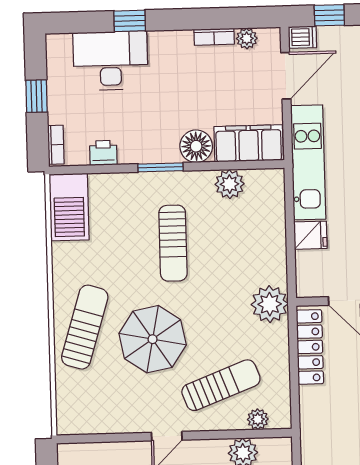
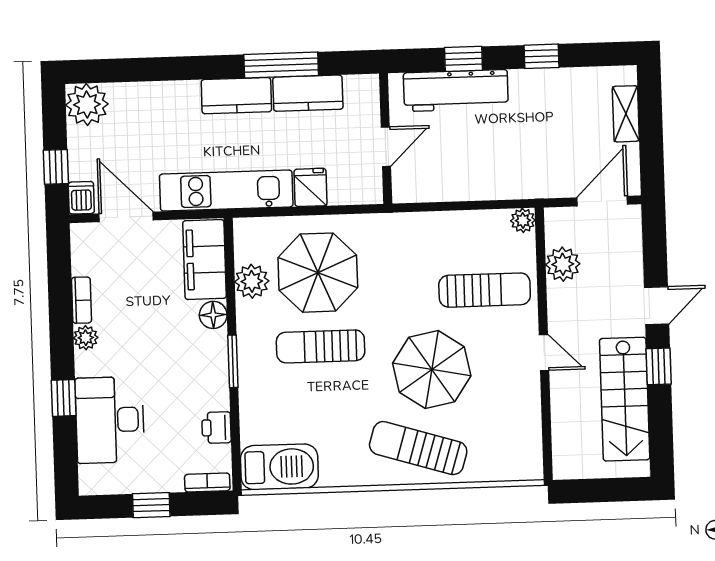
plant: (247, 38) -> (86, 338), moved
floor lamp: (196, 146) -> (213, 315), width x0.73, depth x0.73
parasol: (237, 241) -> (318, 273), added
sun lounger: (173, 243) -> (321, 346), turned 180
plant: (270, 304) -> (390, 234), removed
locker: (310, 347) -> (440, 187), removed
sun lounger: (221, 385) -> (485, 290), turned 111
plant: (258, 419) -> (523, 220), moved

